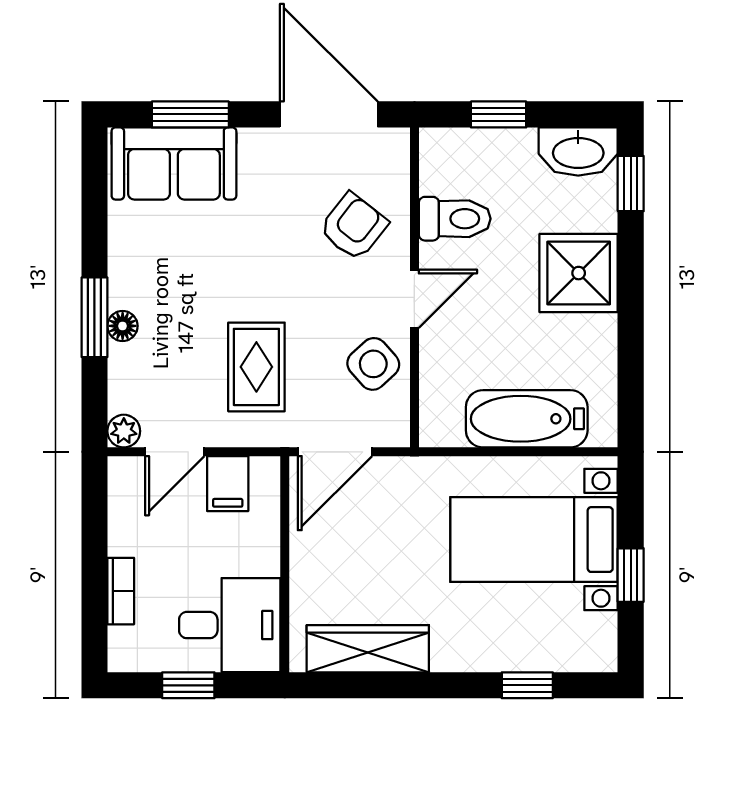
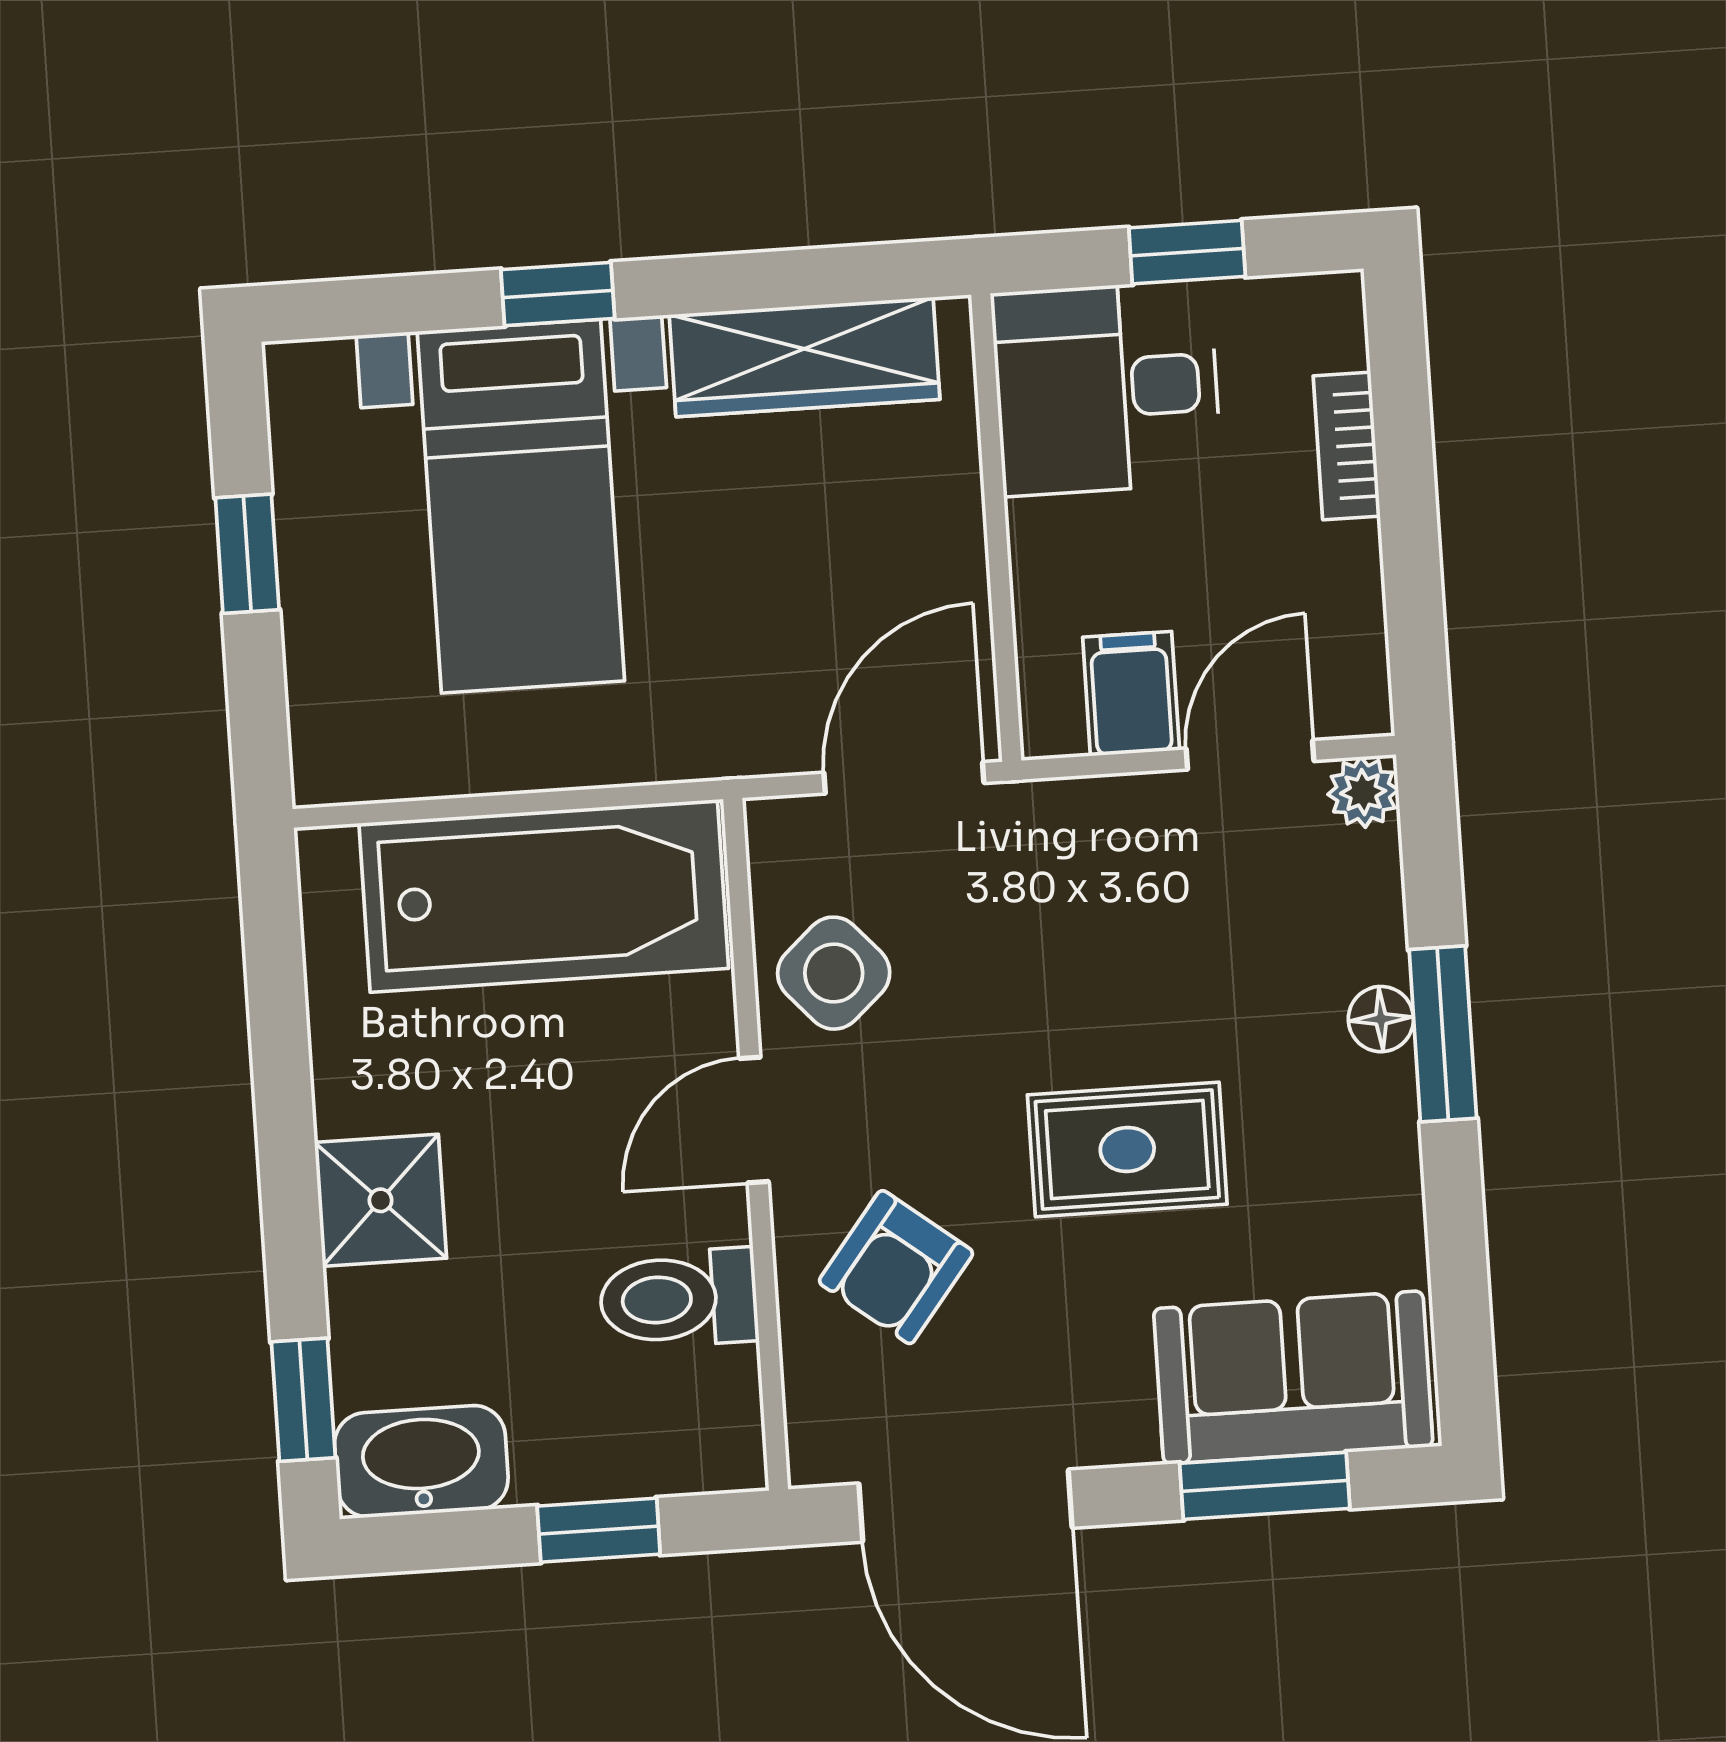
shower: (579, 273) -> (381, 1200), width x0.73, depth x0.73
rug: (256, 367) -> (1127, 1149), moved, turned 90
bathtub: (527, 419) -> (544, 896), width x1.36, depth x1.36
bed with nightstands: (534, 540) -> (521, 506), moved, turned 90
window: (527, 685) -> (558, 294), moved

